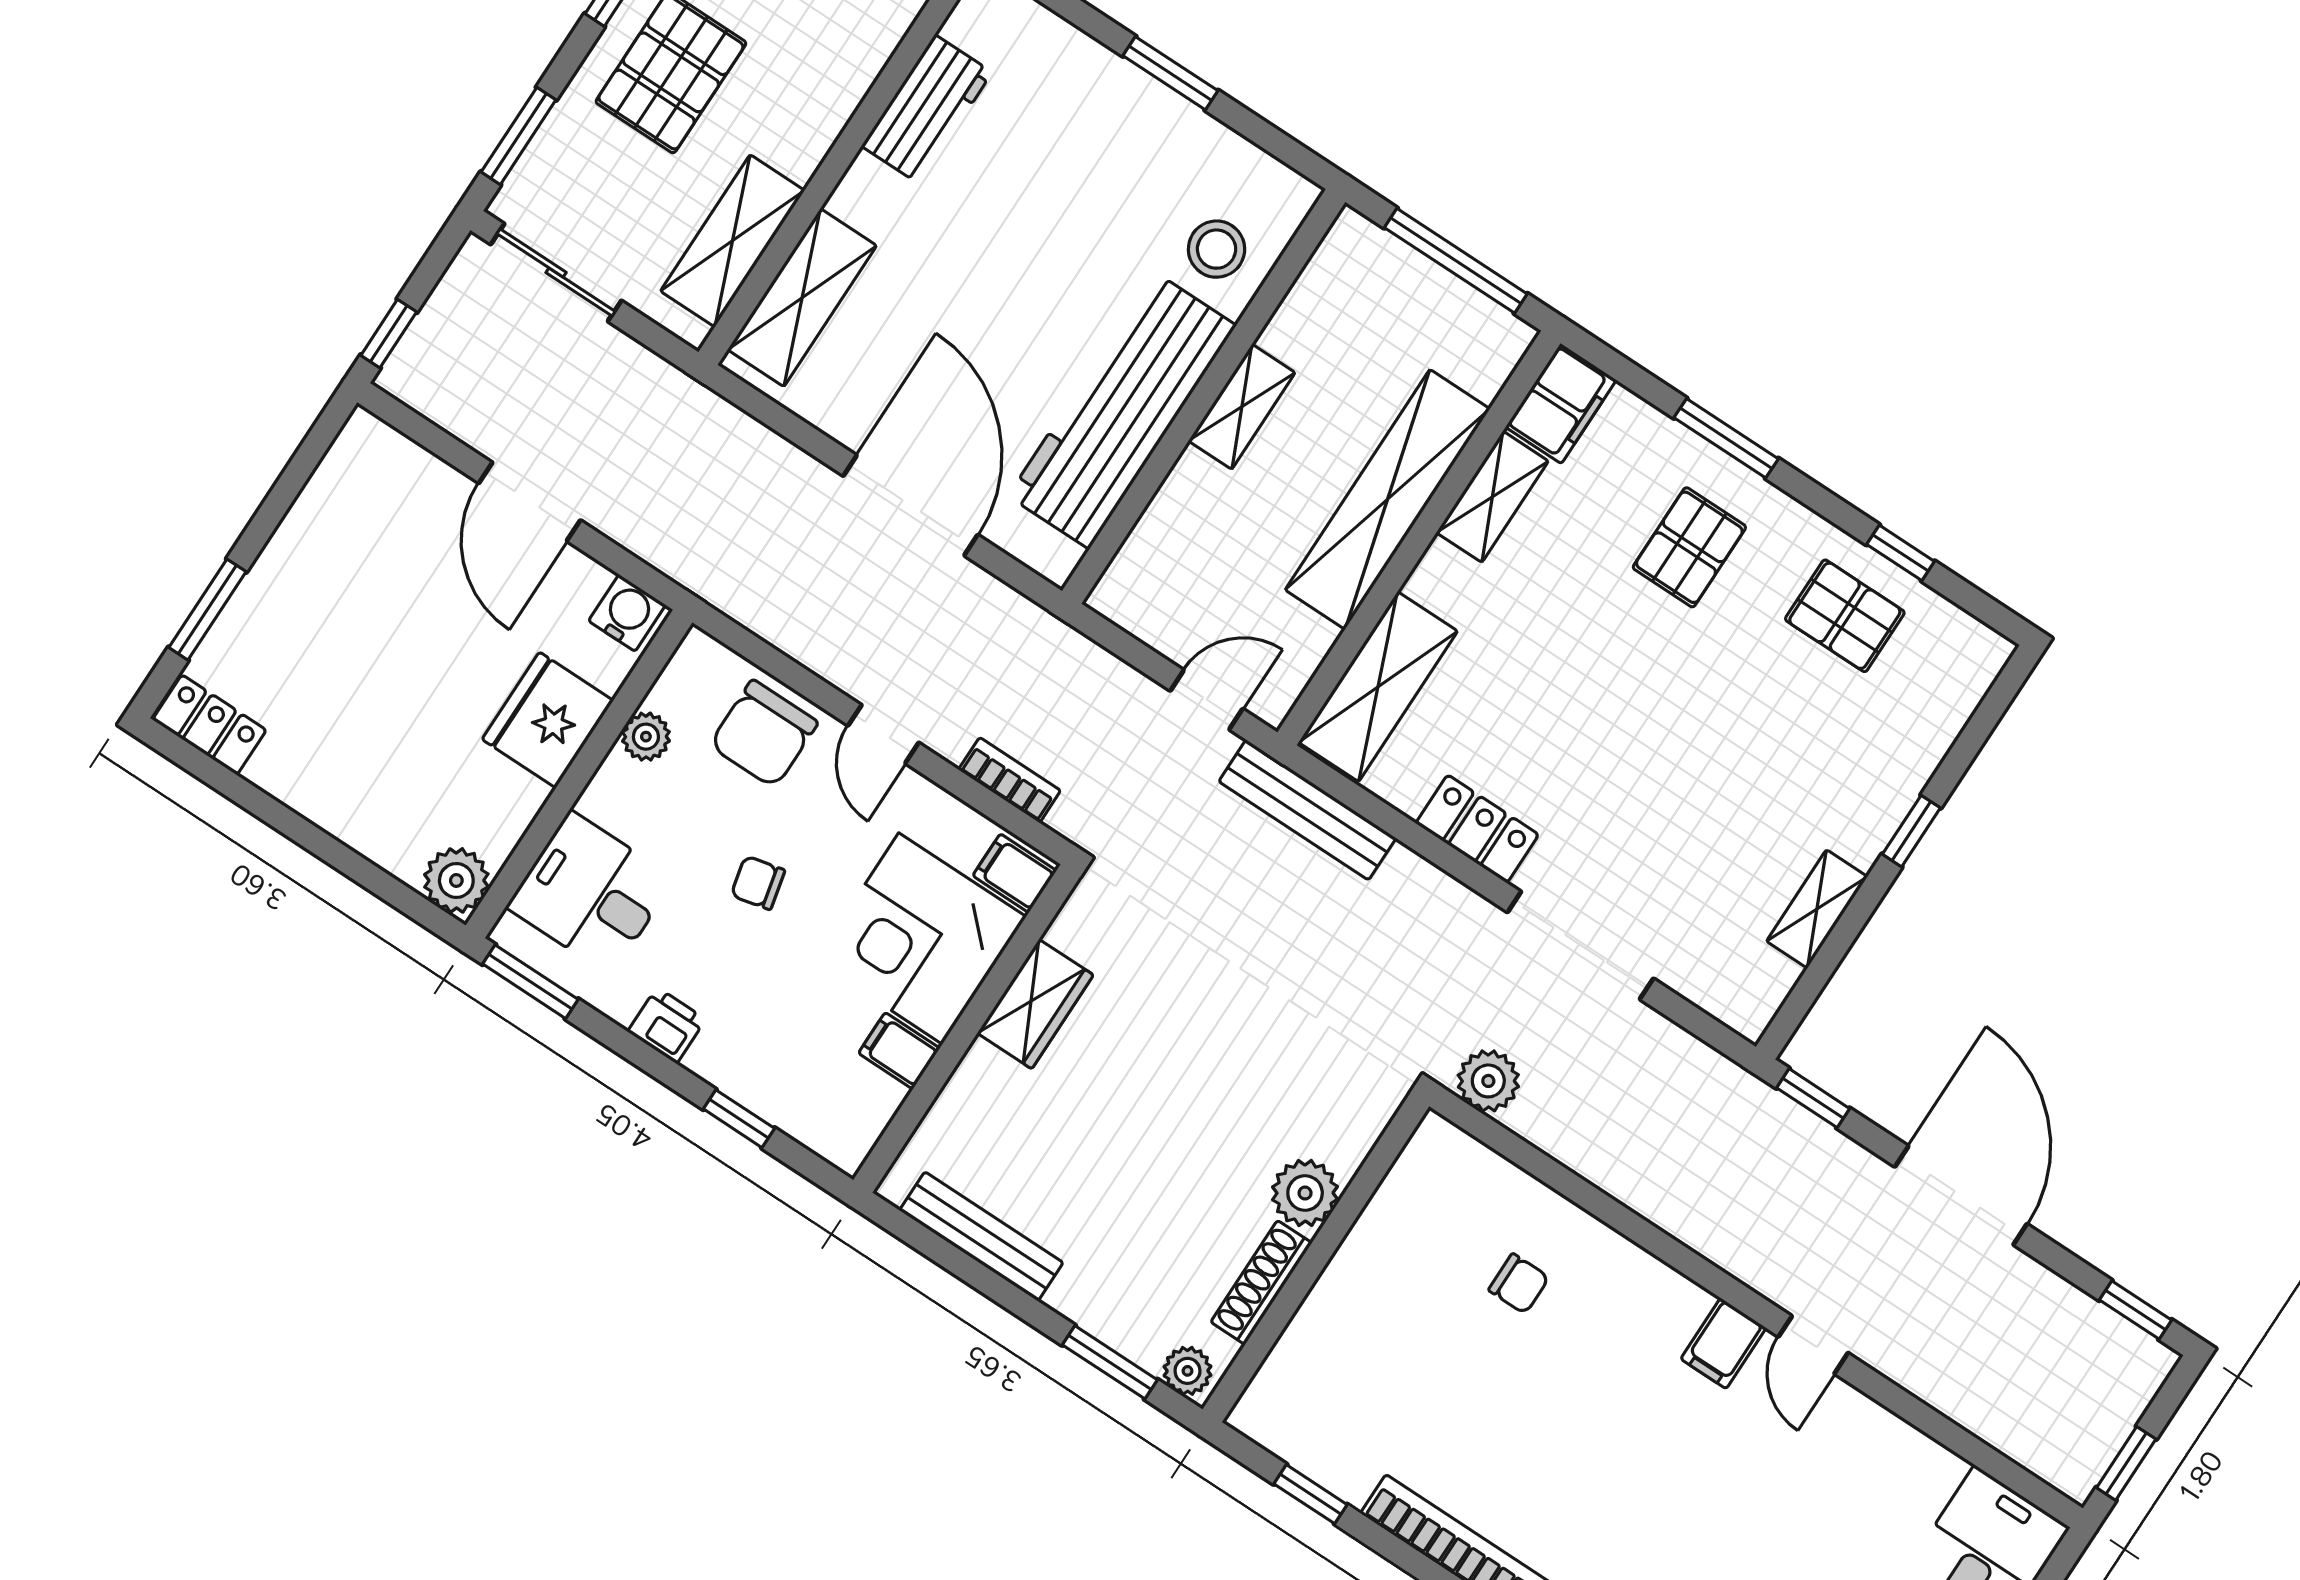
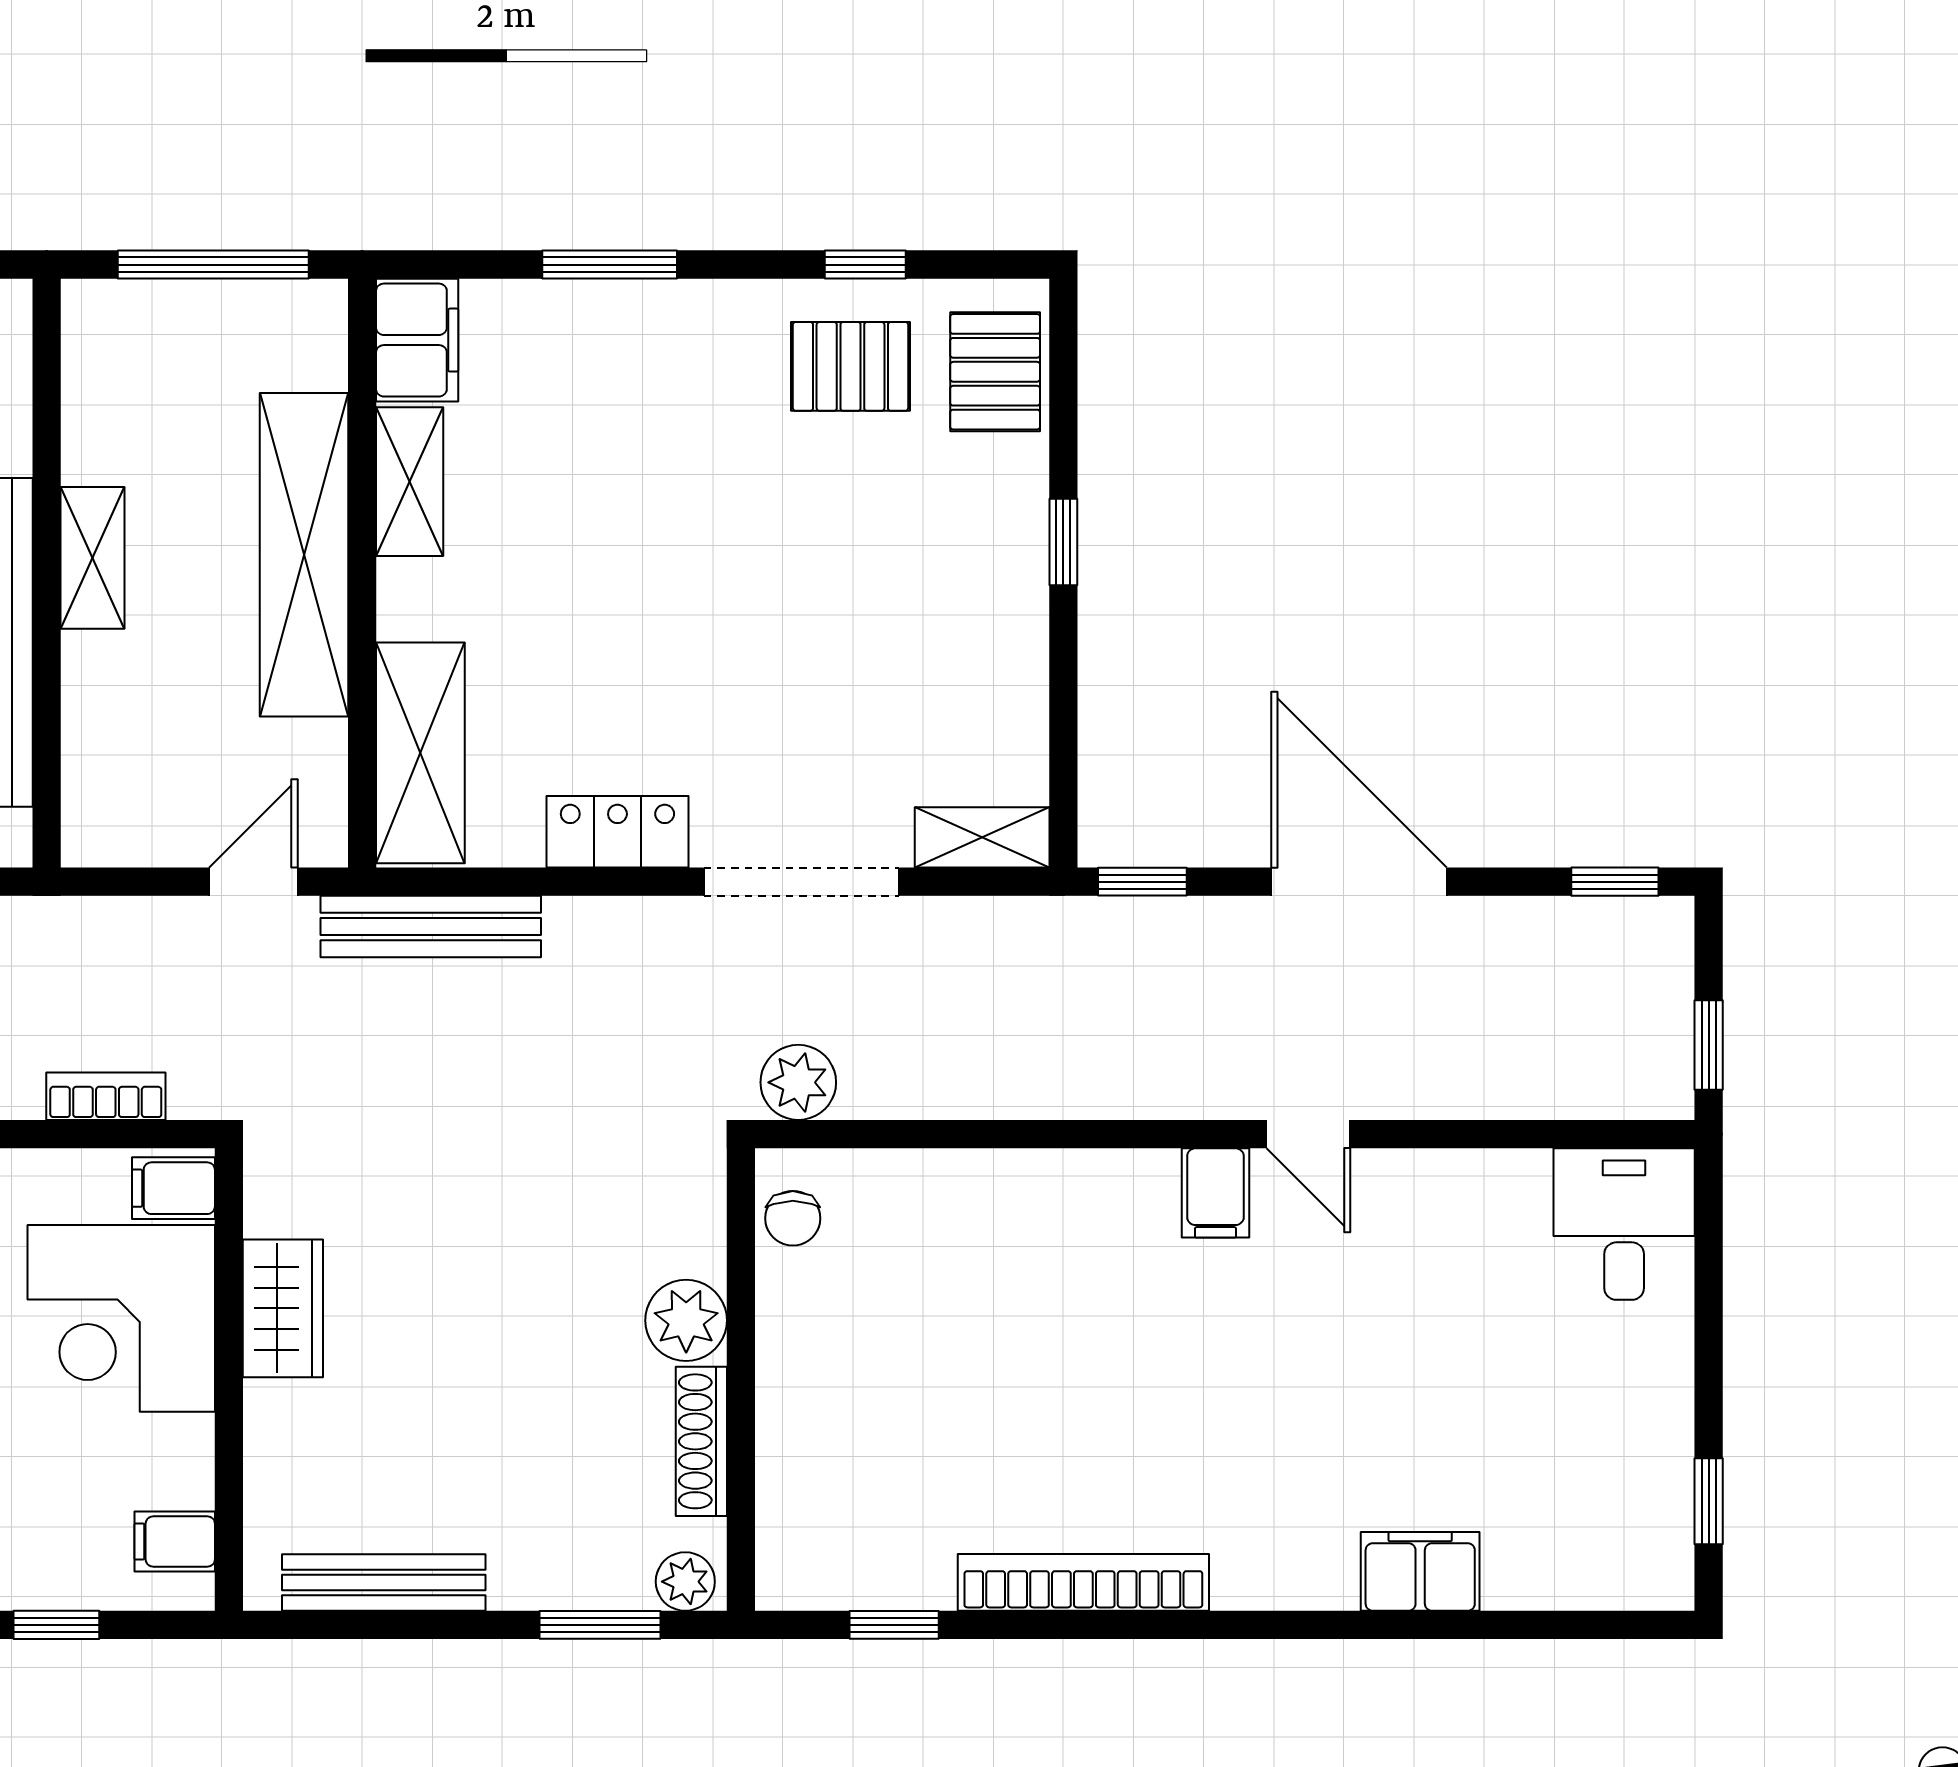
pallet: (1689, 547) -> (995, 372), moved
shelving: (1817, 909) -> (982, 837), moved, turned 90
filing cabinet: (899, 1051) -> (175, 1541), moved
chair: (1519, 1284) -> (793, 1218), moved, turned 90

